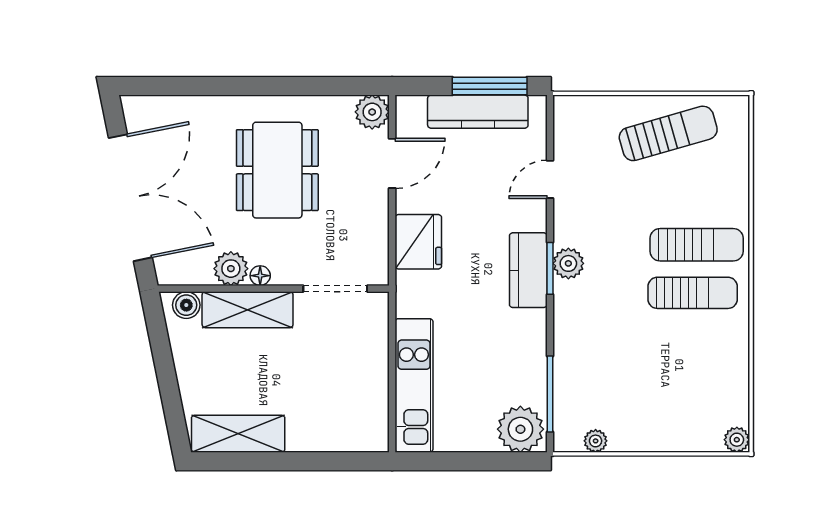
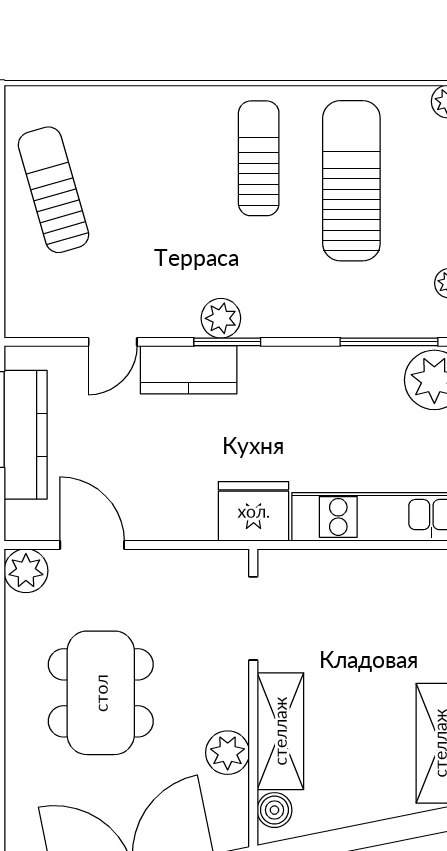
dining table: (277, 170) -> (101, 693), turned 90
door: (550, 179) -> (113, 342), hinge flipped
fridge: (418, 242) -> (254, 511), moved
sun lounger: (697, 245) -> (351, 181), moved, width x1.36, depth x1.34
kitchen counter: (528, 270) -> (189, 370), moved
floor lamp: (260, 276) -> (237, 715), removed

